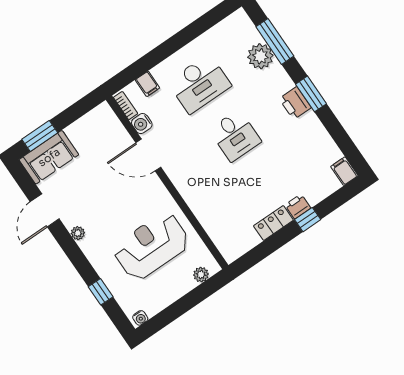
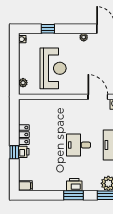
door: (148, 155) -> (98, 97), hinge flipped

